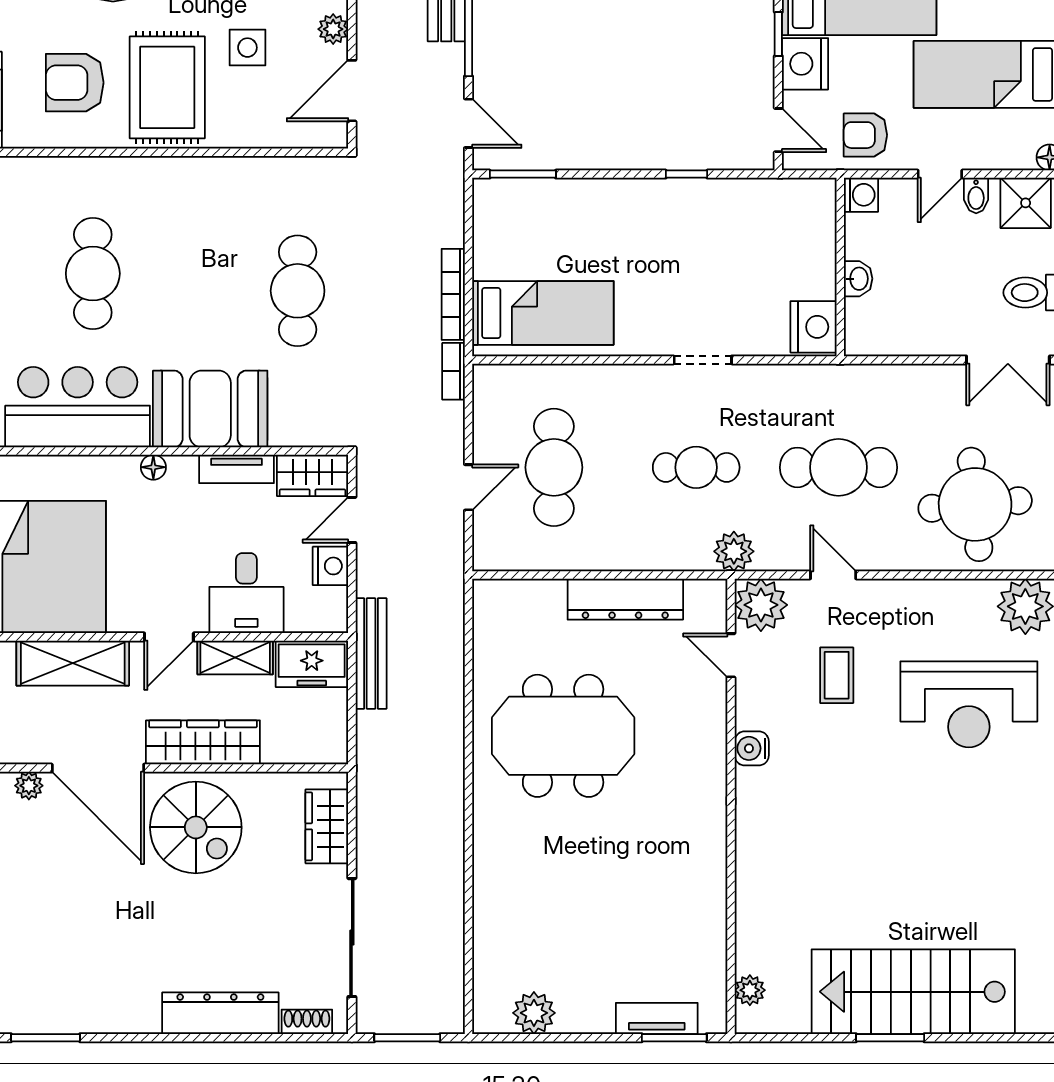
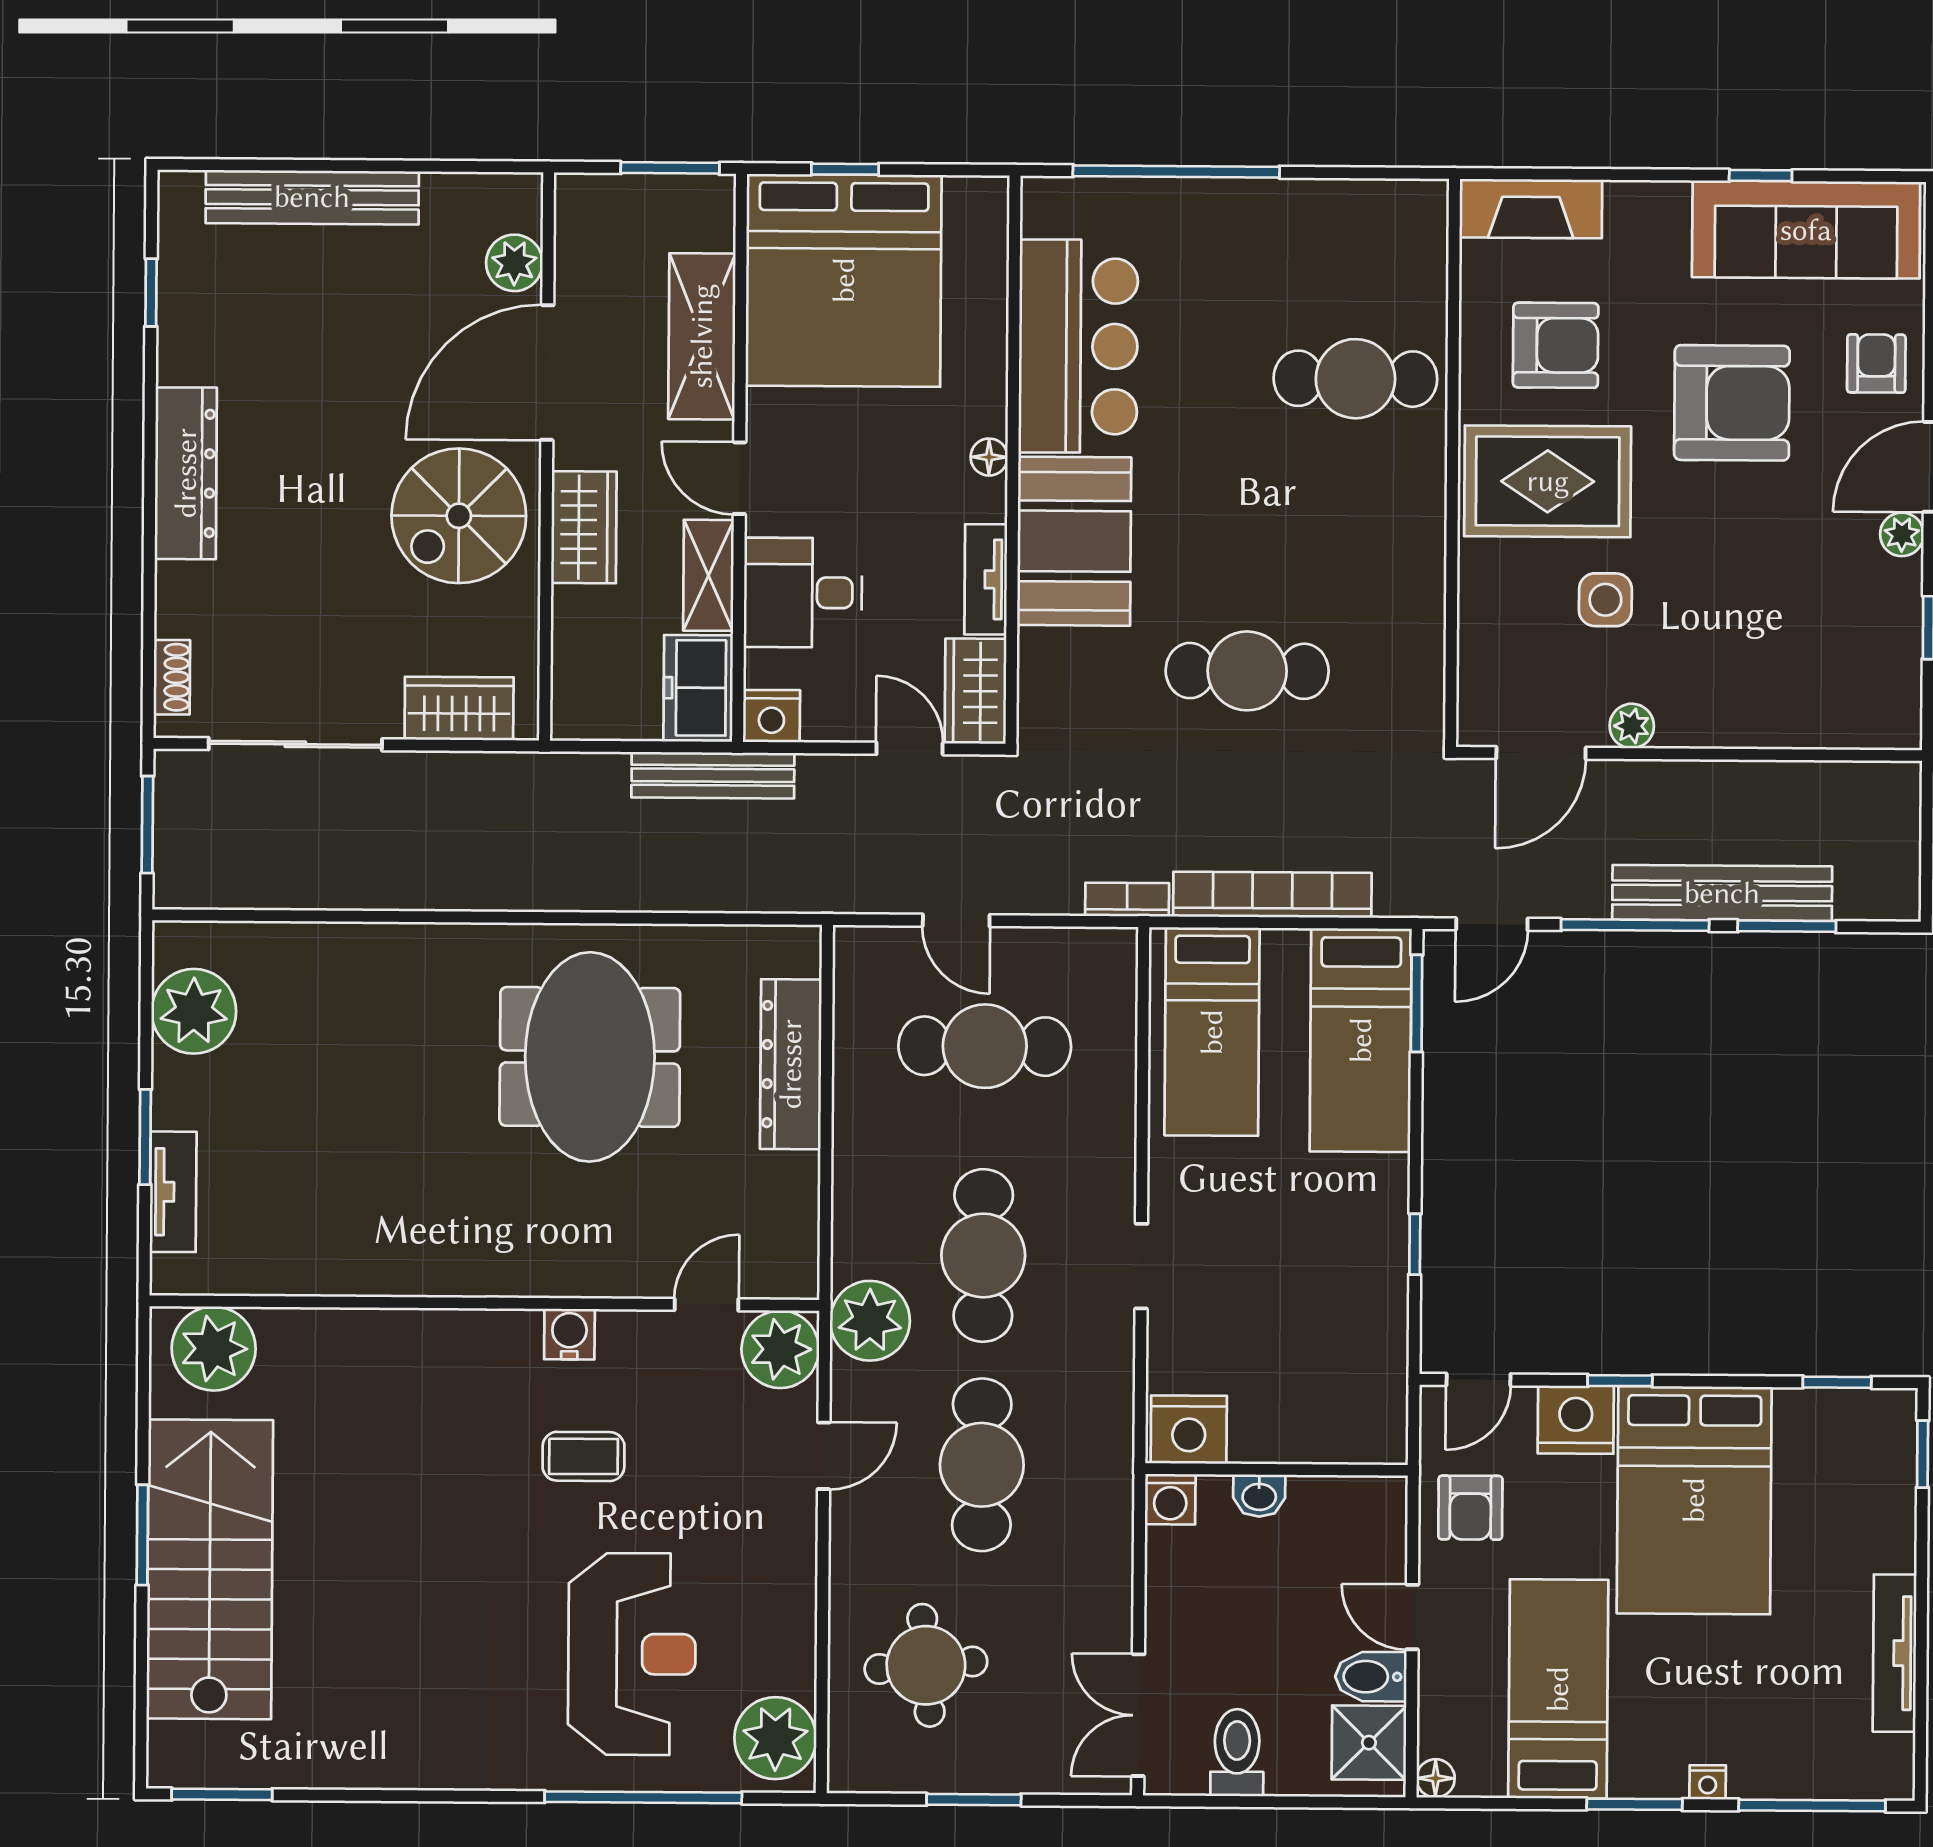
armchair: (75, 83) -> (1556, 345), turned 90
door: (352, 91) -> (1541, 753), swing flipped
armchair: (865, 135) -> (1470, 1508), turned 180
washing machine: (861, 195) -> (1170, 1499), moved
bidet: (976, 196) -> (1371, 1677), width x1.38, depth x1.36
bed: (548, 212) -> (1361, 1040), added
cafe table: (93, 274) -> (1355, 379), moved
bookcase: (453, 294) -> (1272, 895), width x1.48, depth x1.31
cafe table: (696, 467) -> (983, 1255), width x1.37, depth x1.35
round table: (975, 504) -> (926, 1665), width x0.73, depth x0.73
plant: (734, 551) -> (870, 1321), width x1.36, depth x1.36
nightstand: (330, 566) -> (771, 716), moved
dresser: (625, 599) -> (791, 1064), moved
coffee table: (837, 675) -> (584, 1456), moved
reception desk: (969, 704) -> (632, 1654), turned 180
wardrobe: (203, 742) -> (584, 527), width x0.67
plant: (29, 786) -> (514, 263), width x1.38, depth x1.38
plant: (750, 990) -> (214, 1349), width x1.88, depth x1.88
dresser: (220, 1013) -> (186, 473), moved
plant: (534, 1013) -> (194, 1011), width x1.36, depth x1.36
window: (46, 1038) -> (151, 293), width x0.67
window: (674, 1038) -> (145, 1137), moved

